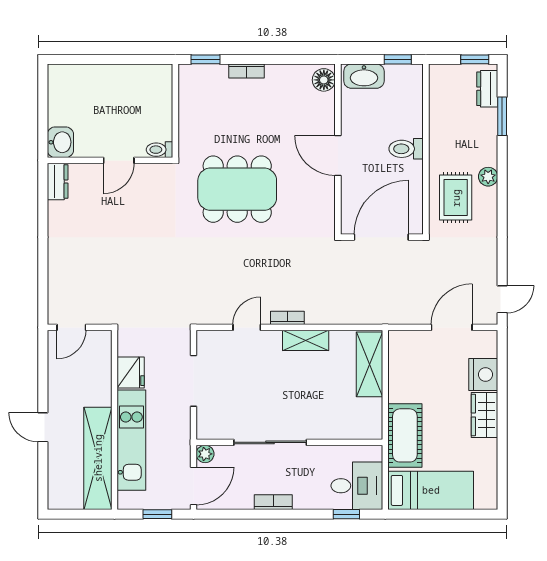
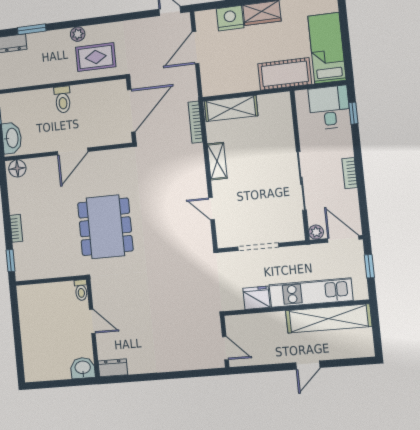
door: (381, 237) -> (131, 111), swing flipped
bookcase: (287, 318) -> (195, 122), moved, width x1.56
door: (452, 327) -> (196, 48), hinge flipped

